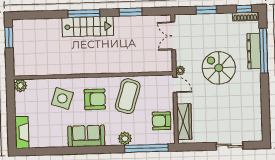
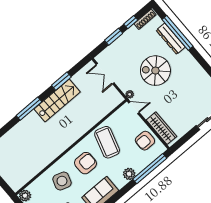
window: (244, 9) -> (131, 22), moved
stairs: (88, 27) -> (57, 100), moved

